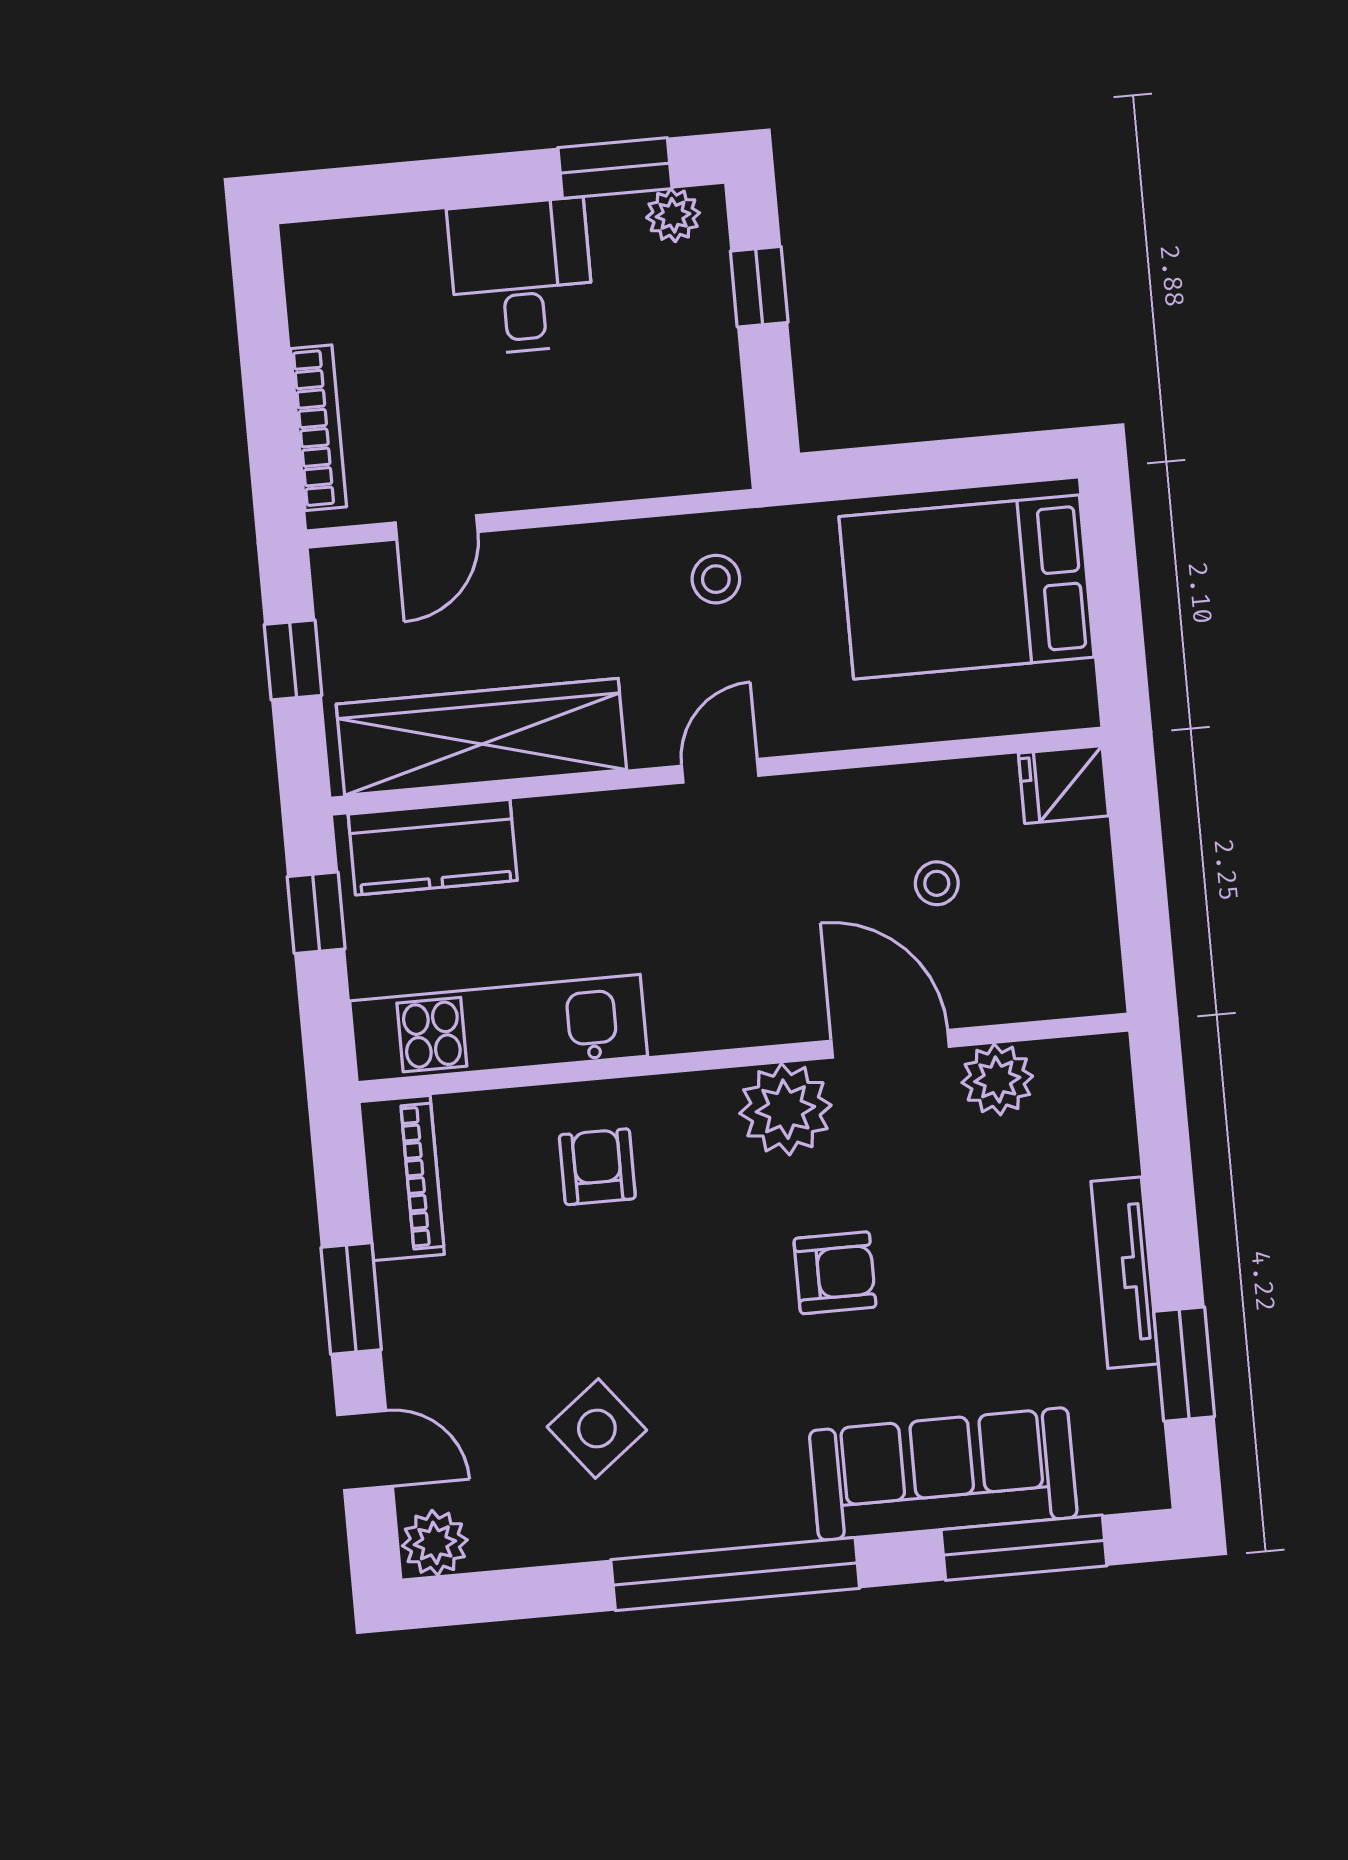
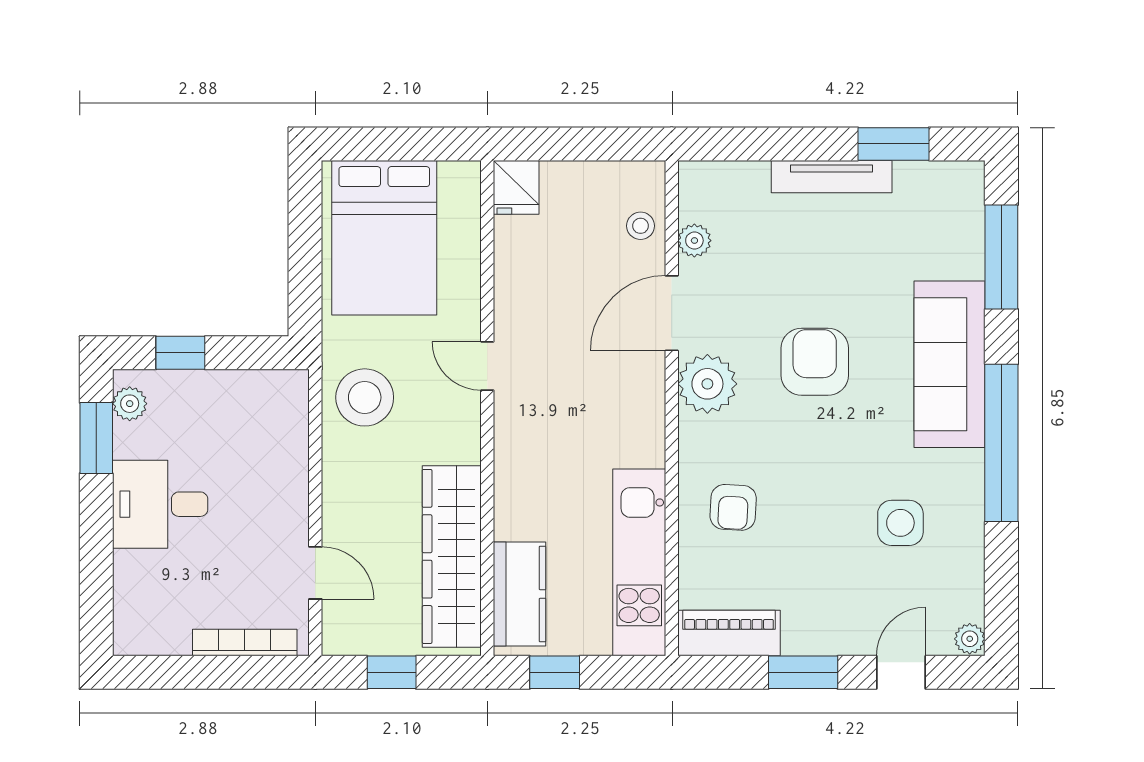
stool: (716, 579) -> (365, 397), width x1.89, depth x1.89
door: (720, 771) -> (487, 366), moved
stool: (937, 883) -> (641, 226), moved
plant: (997, 1079) -> (694, 241), width x0.73, depth x0.73
armchair: (597, 1167) -> (733, 507), turned -87
armchair: (835, 1273) -> (815, 362), width x1.38, depth x1.38
side table: (597, 1429) -> (900, 523), turned 38
sofa: (943, 1474) -> (950, 364), moved
plant: (435, 1543) -> (970, 639), width x0.73, depth x0.73

